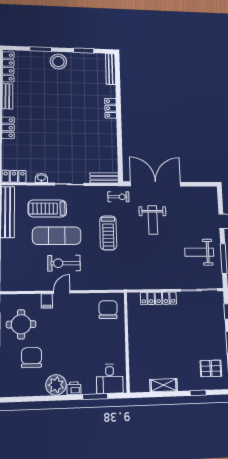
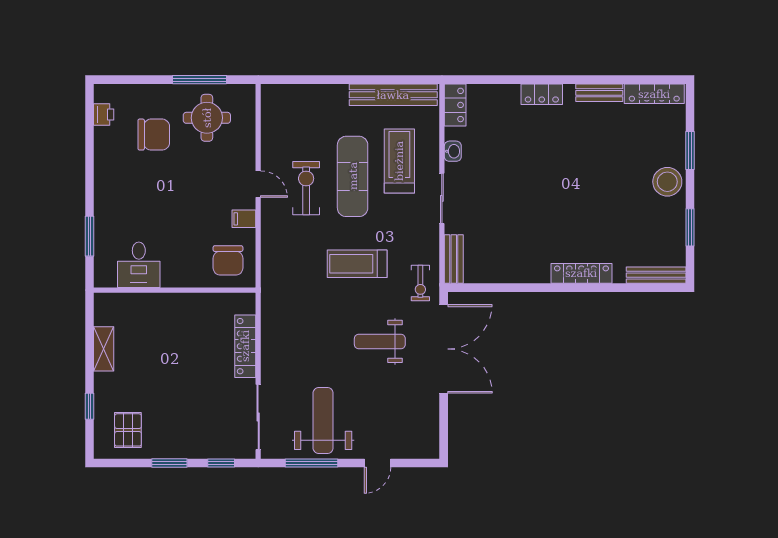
locker: (111, 108) -> (581, 273), width x1.53
weight bench: (199, 252) -> (323, 421), width x1.36, depth x1.33
filing cabinet: (47, 301) -> (244, 219), moved
chair: (108, 310) -> (228, 260), turned 89
desk: (110, 379) -> (139, 265), moved, turned -90
plant: (56, 385) -> (110, 174), removed
printer: (74, 388) -> (104, 115), moved

